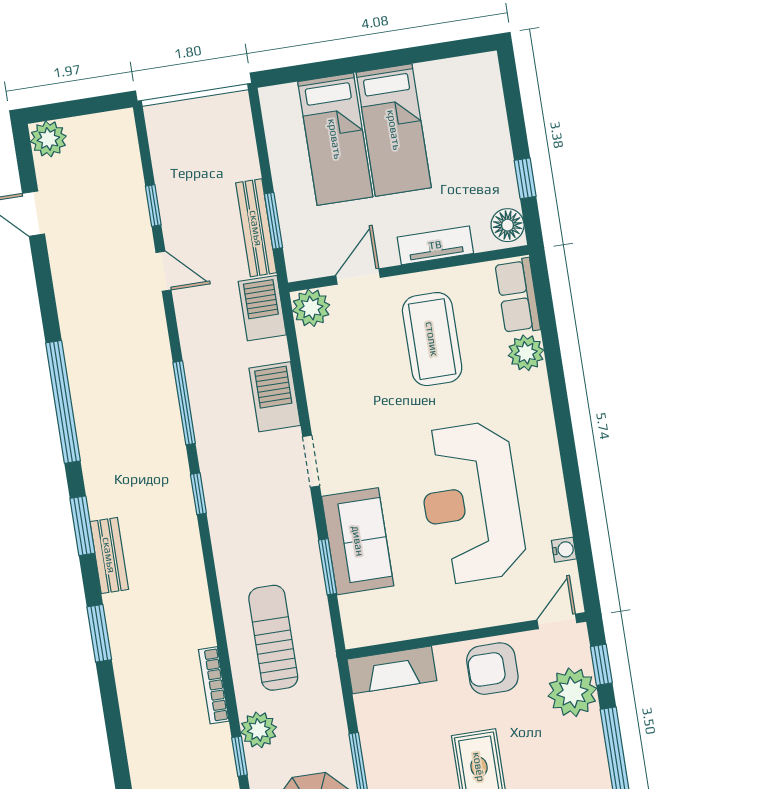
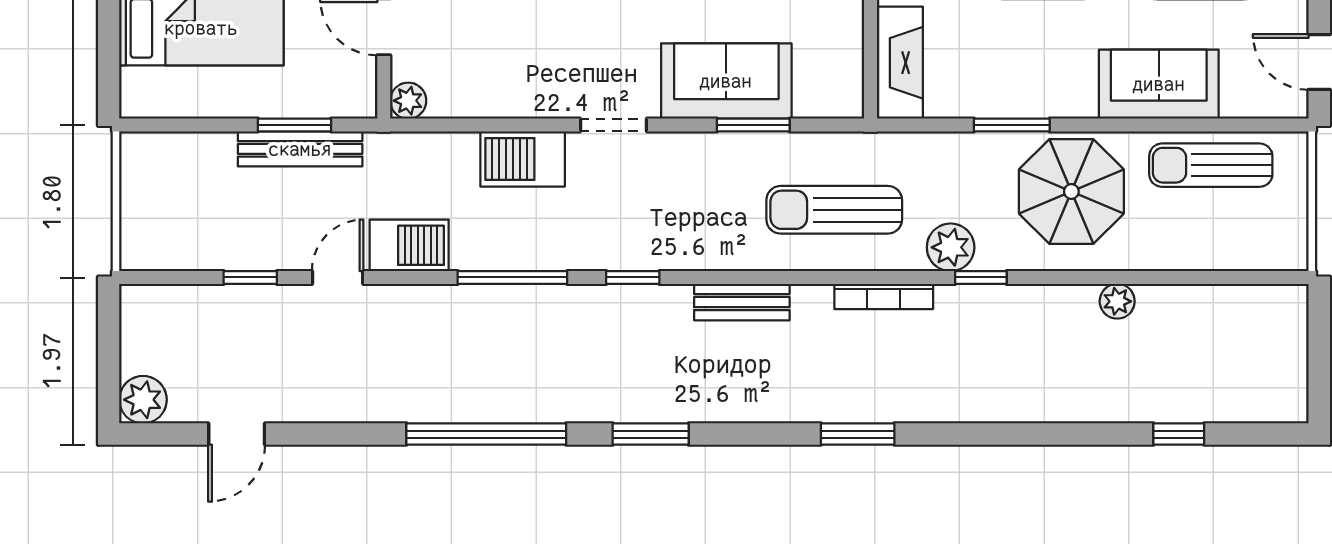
barbecue: (262, 308) -> (409, 245), moved, turned 180
plant: (311, 308) -> (408, 101), width x0.73, depth x0.73
bench: (109, 555) -> (742, 302), moved
window: (99, 633) -> (858, 434), moved

